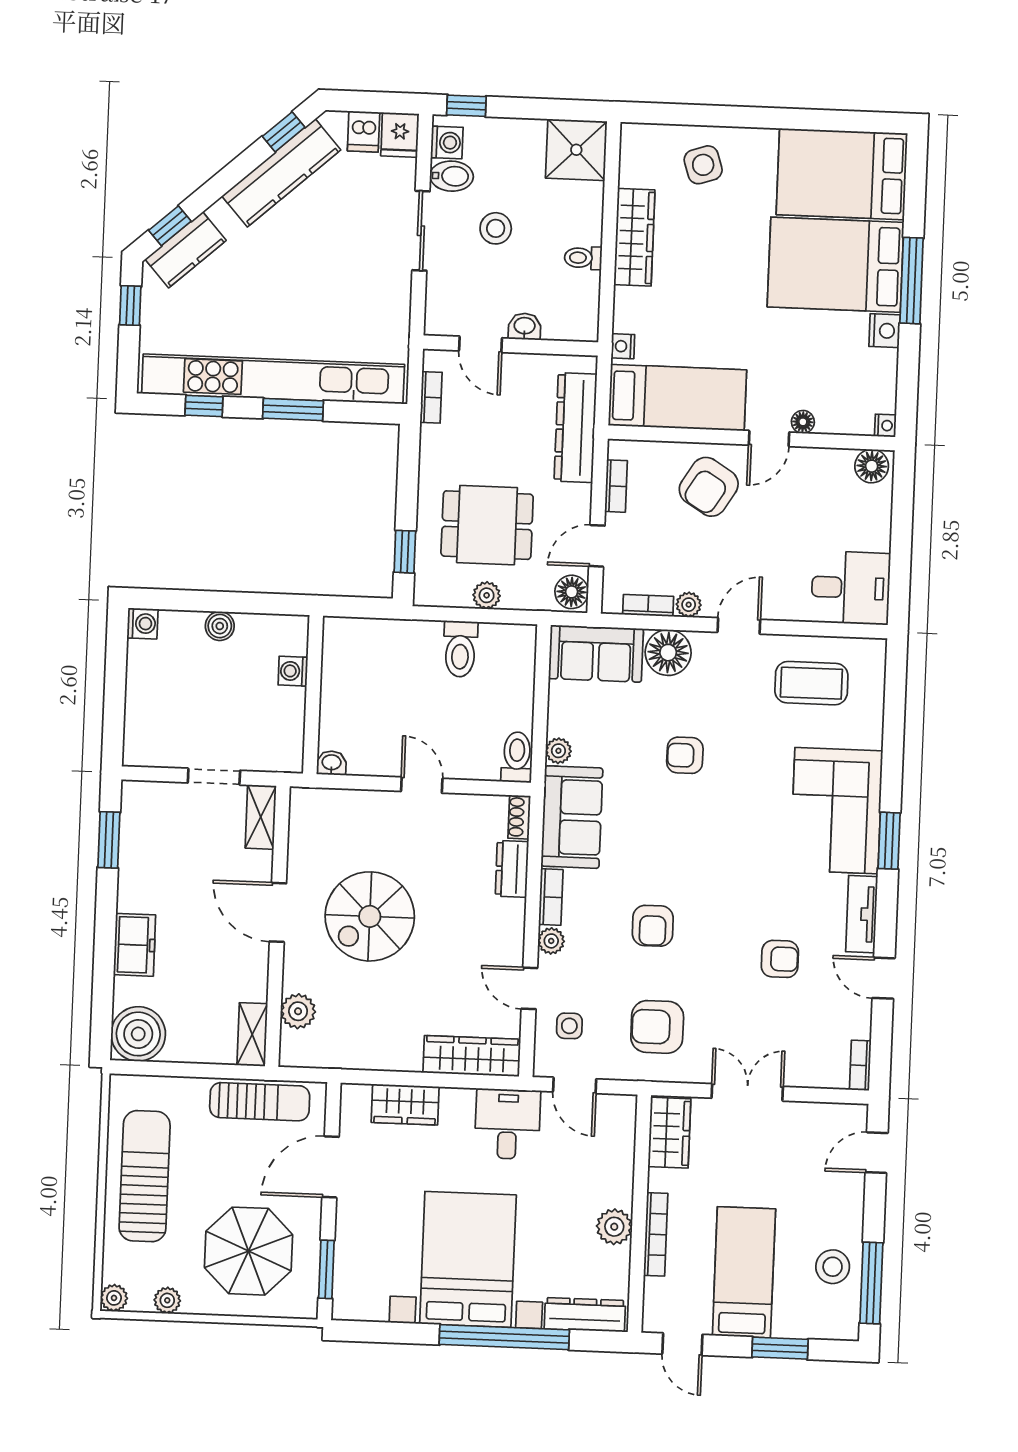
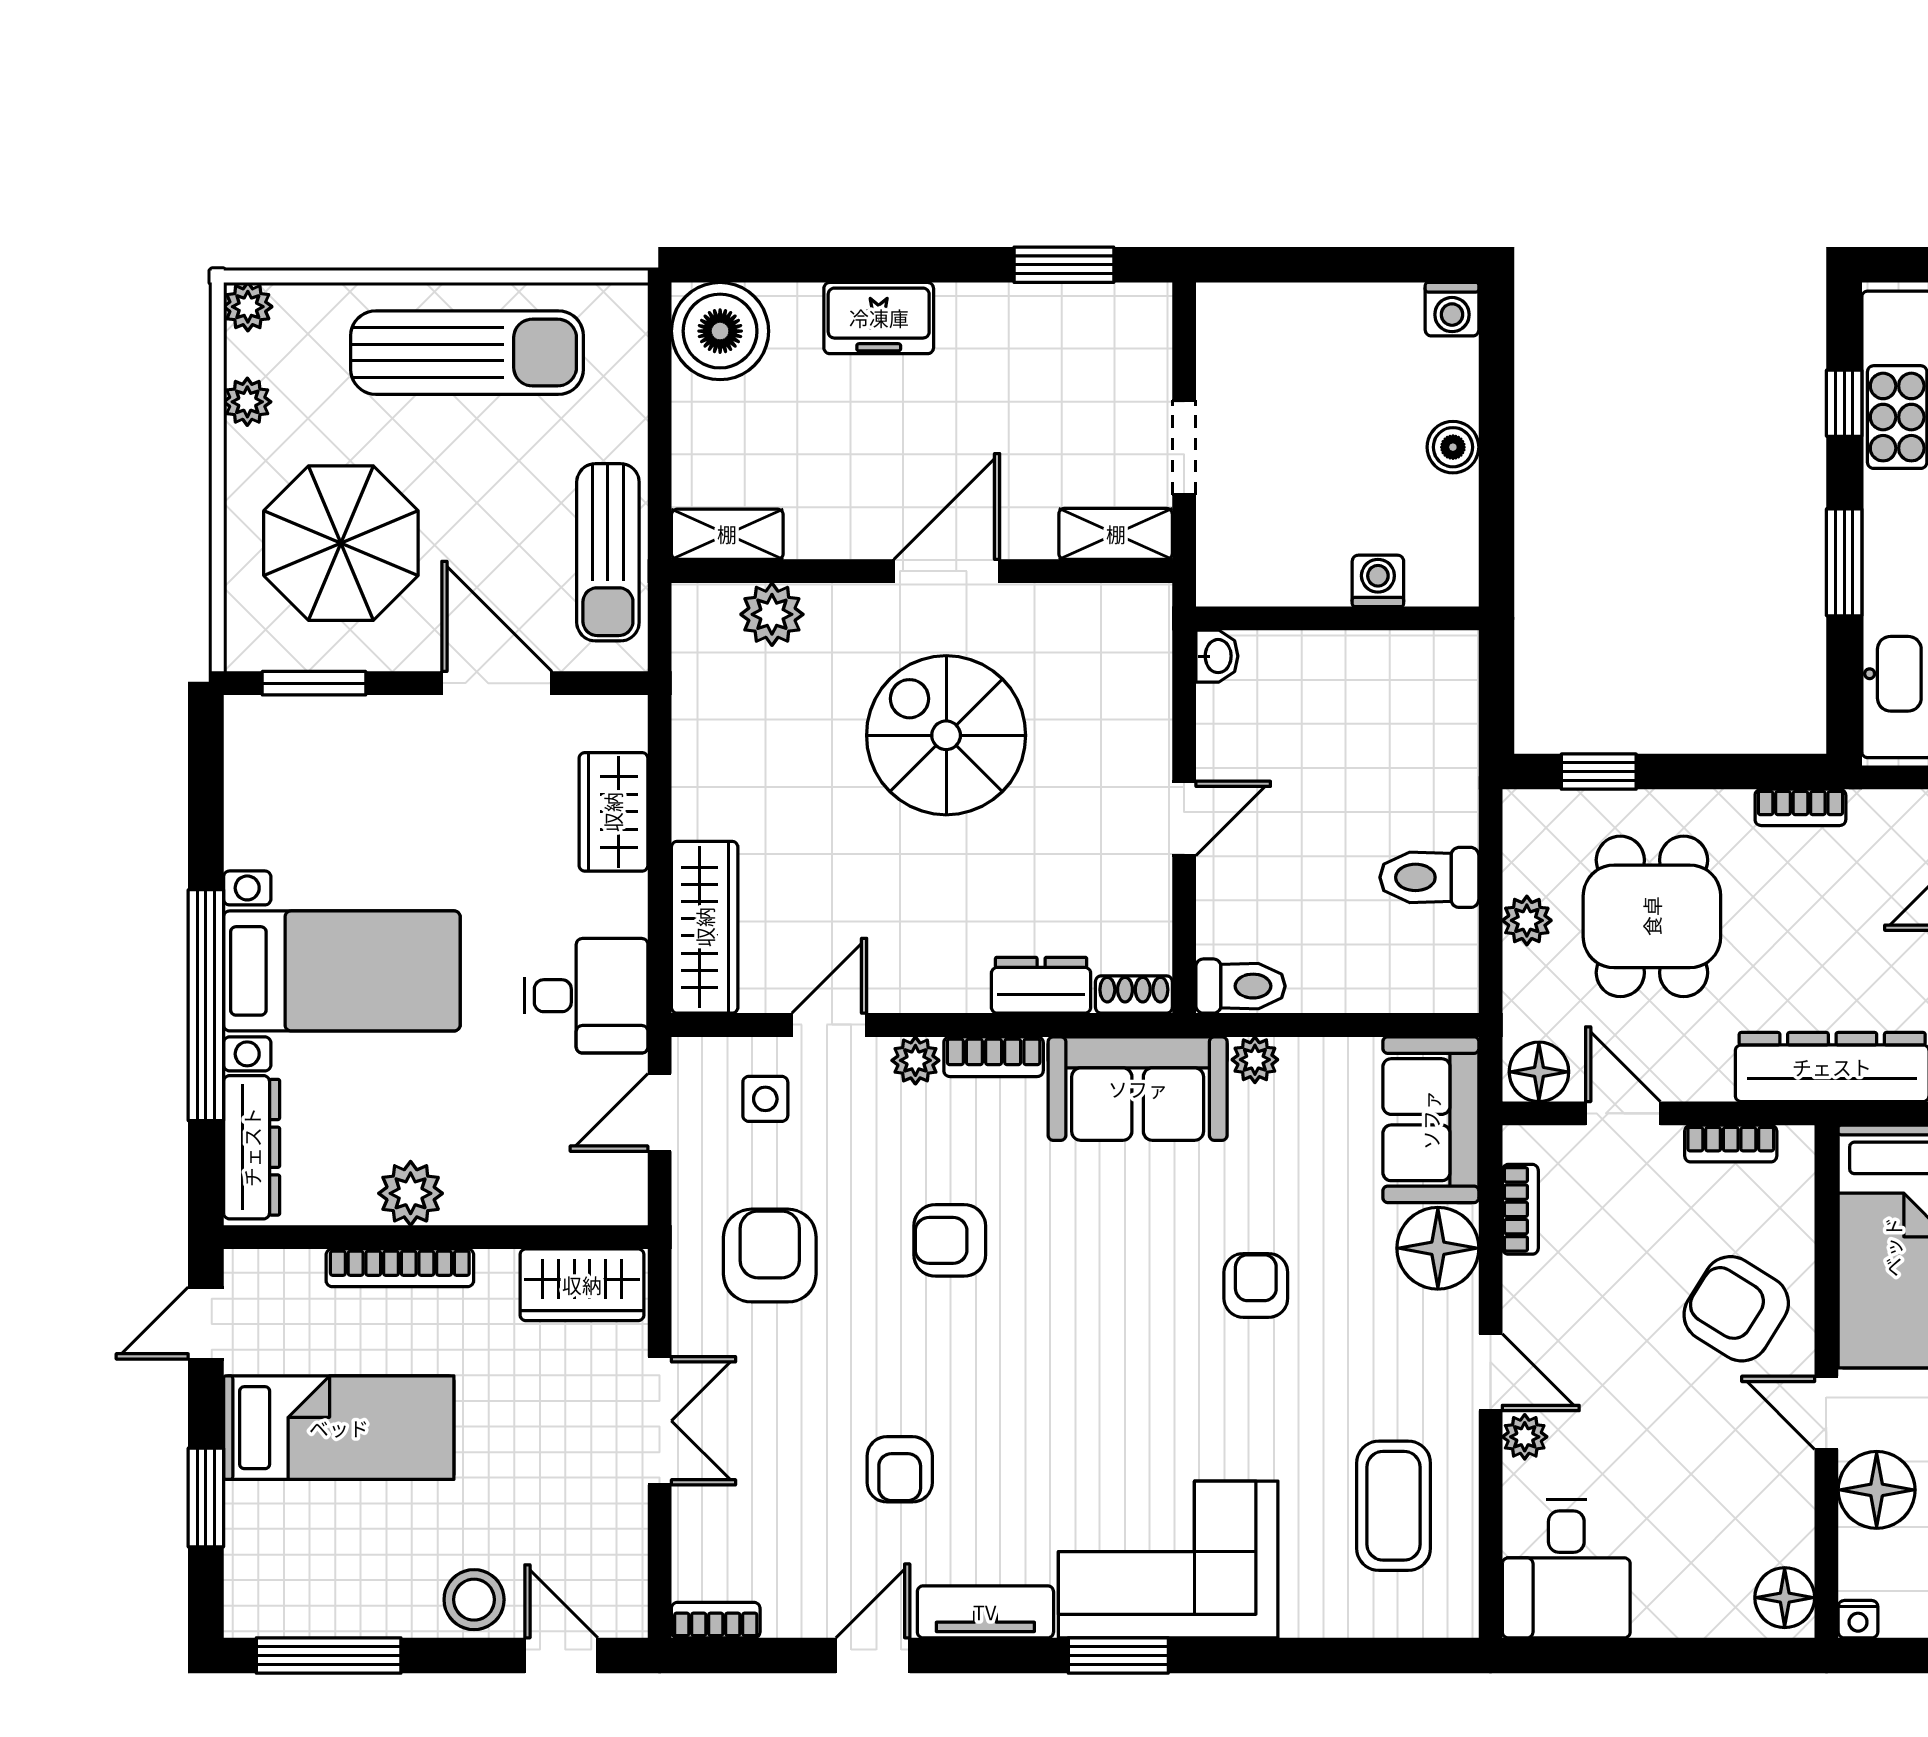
bookcase: (431, 397) -> (1800, 807), moved
floor lamp: (803, 422) -> (1877, 1490), width x1.89, depth x1.89
plant: (689, 605) -> (1525, 1437), moved
bed with nightstands: (468, 1259) -> (342, 971), width x0.73
stool: (833, 1267) -> (474, 1600), moved

